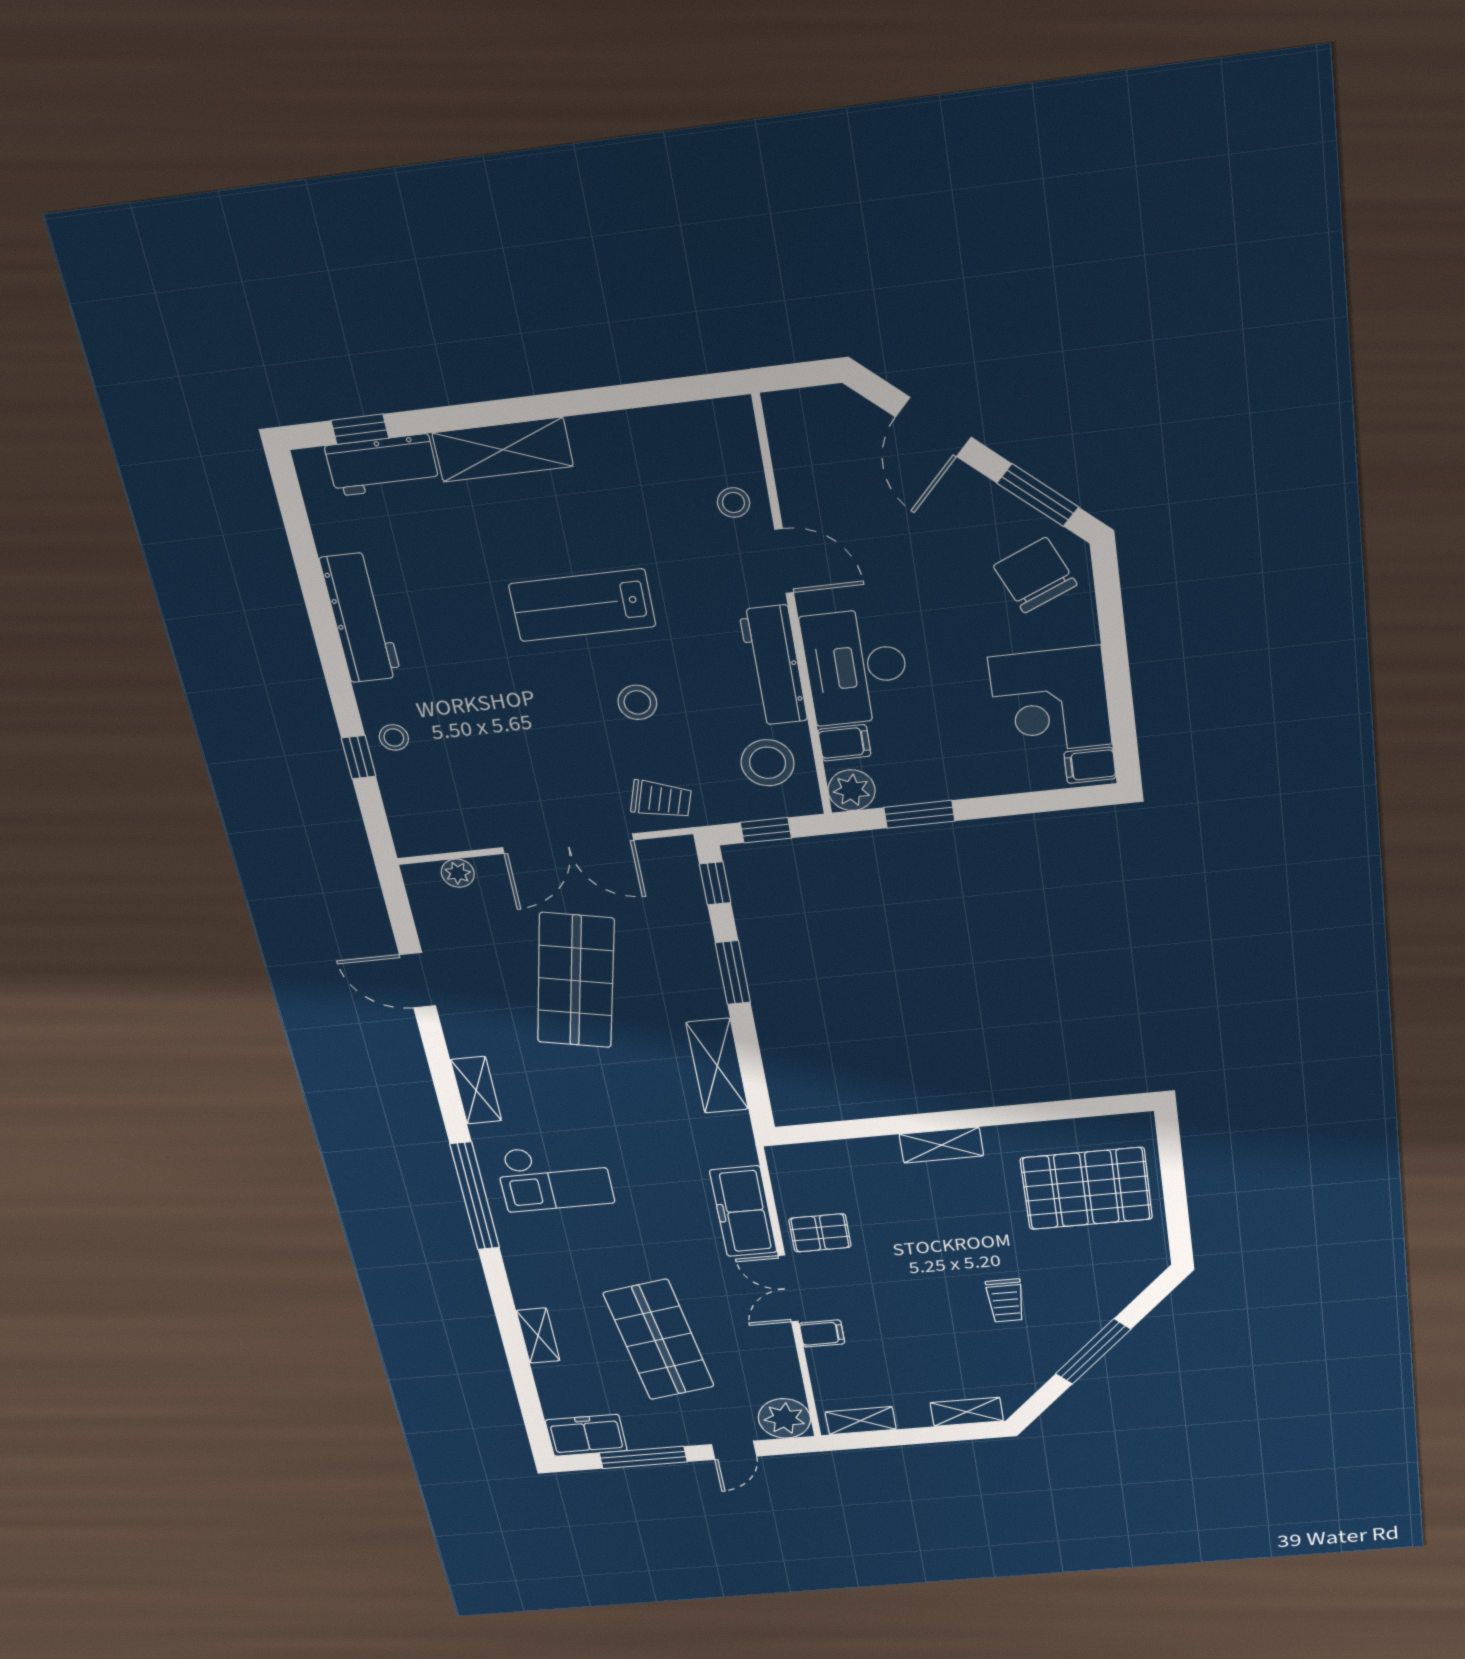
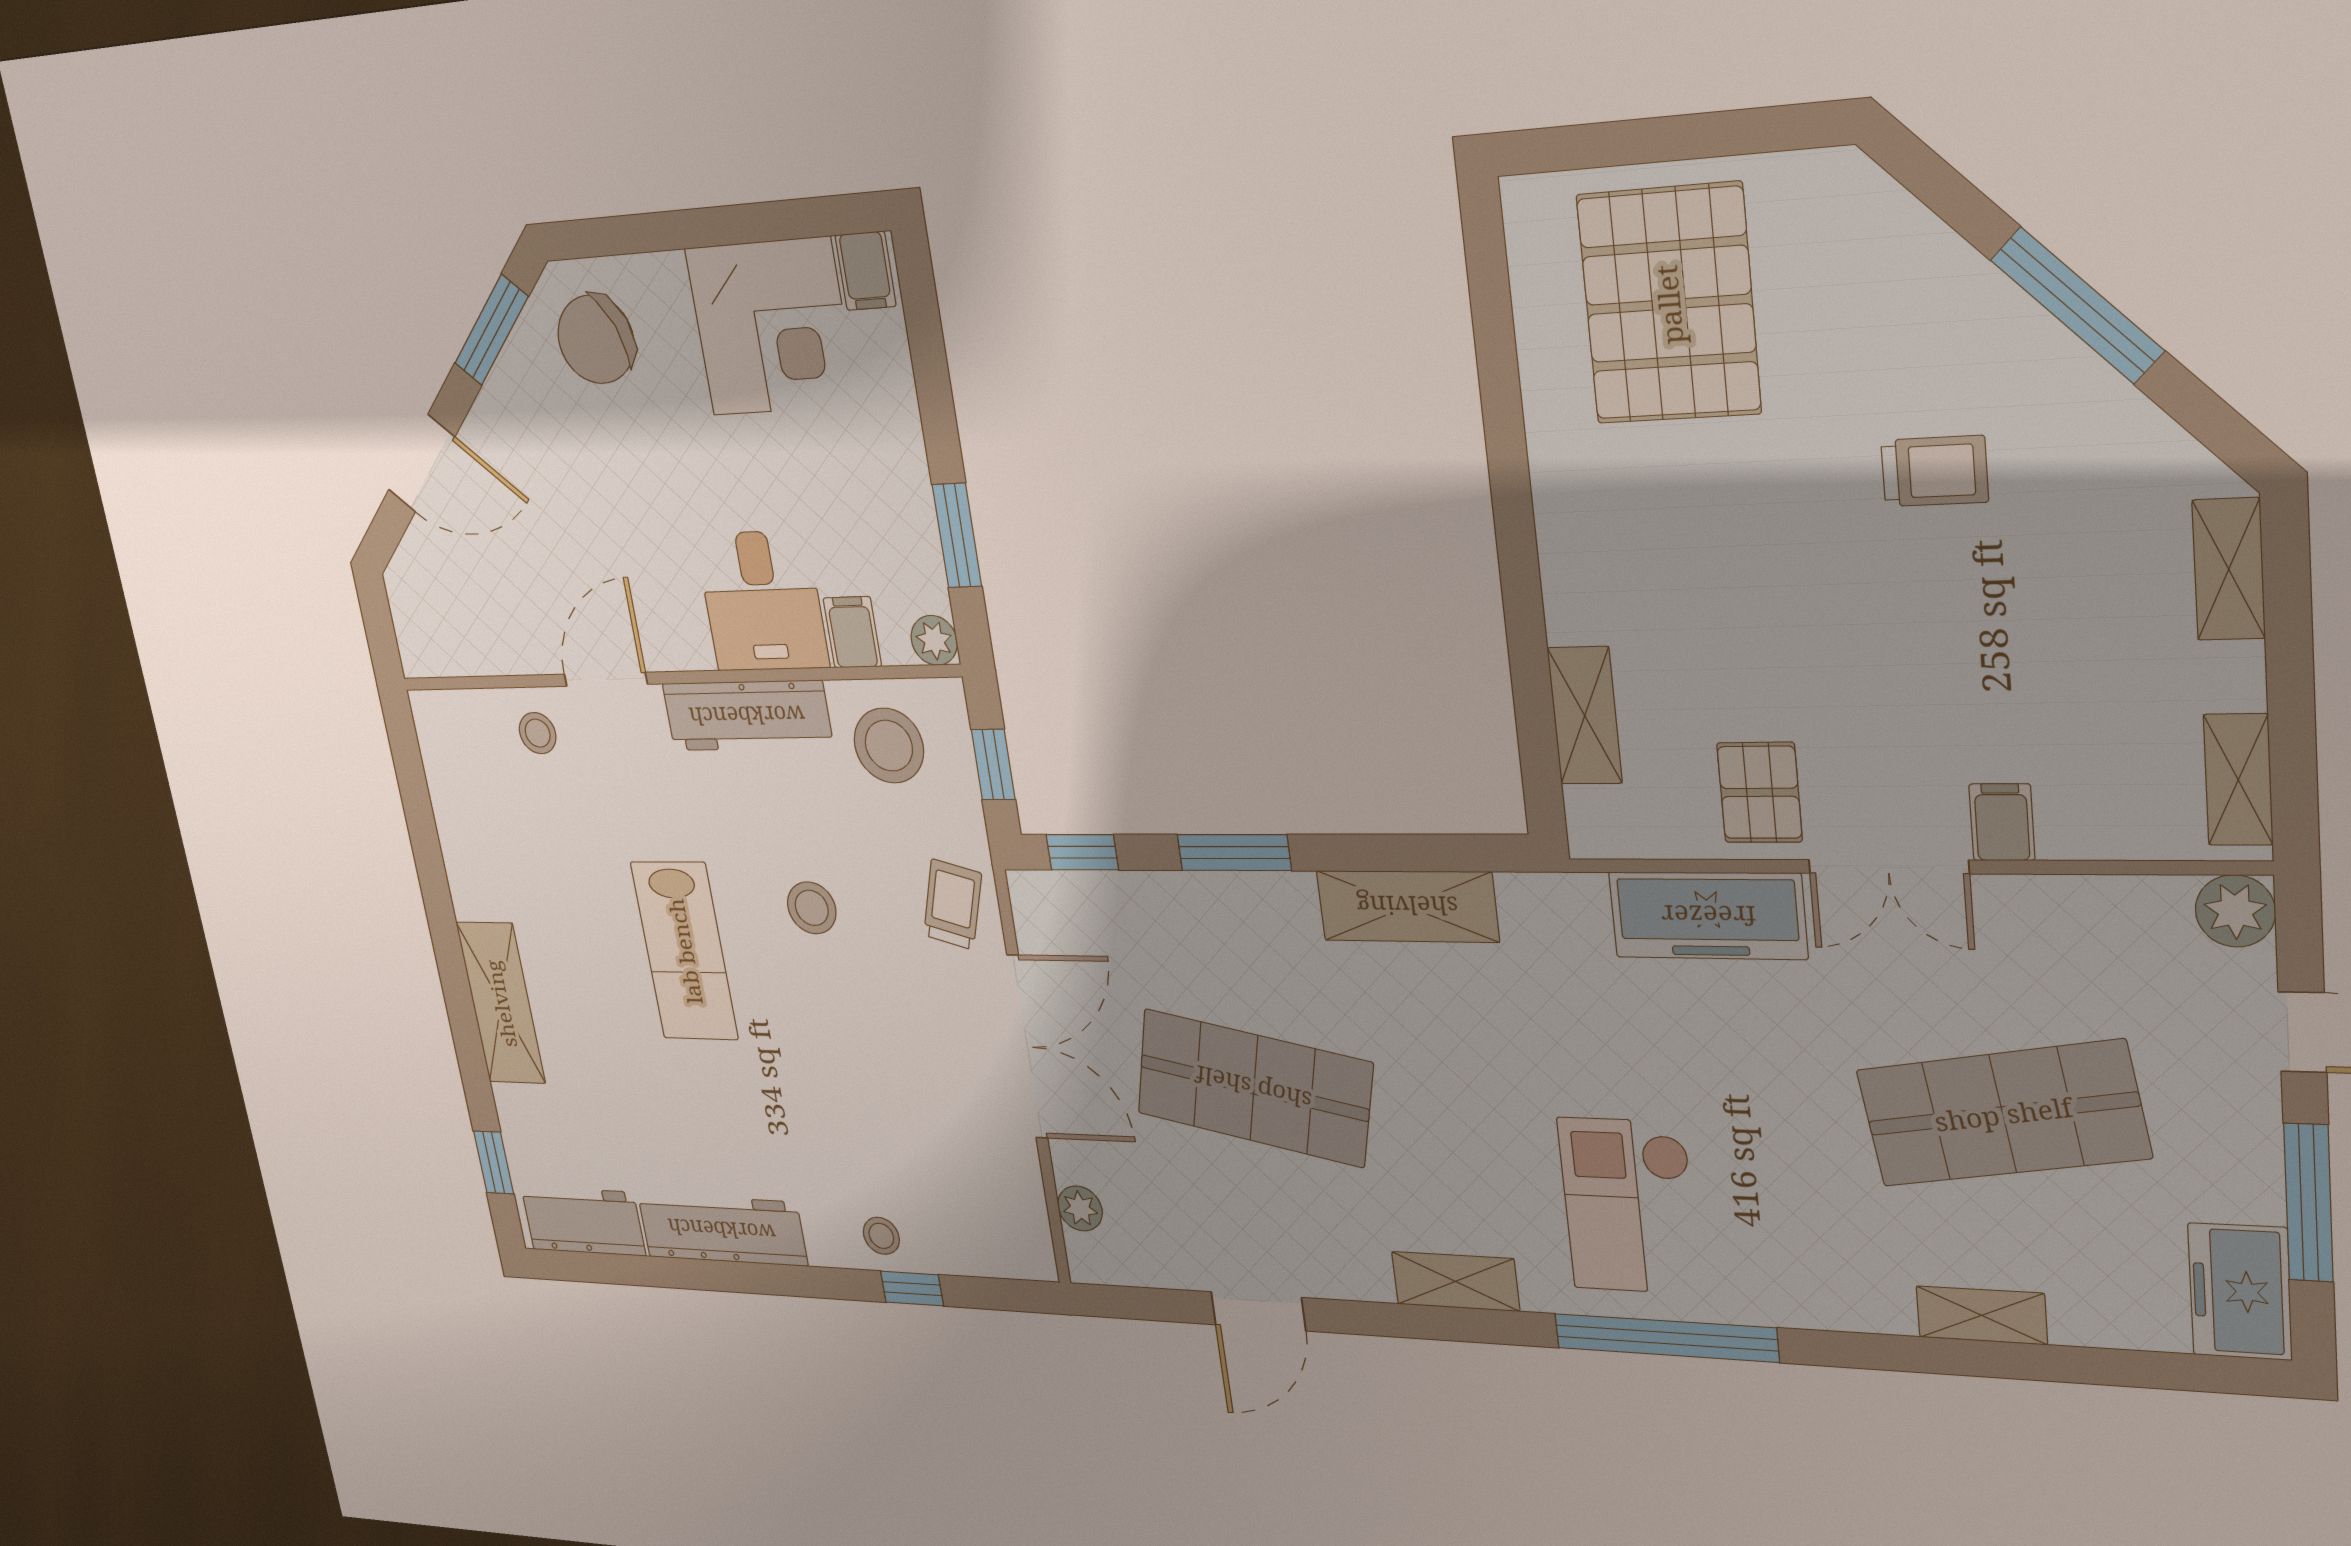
workbench: (382, 465) -> (583, 1221), moved, turned -90
desk: (856, 667) -> (762, 601), width x0.73
plant: (852, 790) -> (934, 640), width x0.73, depth x0.73
shelving: (941, 1145) -> (1585, 716), moved
checkout: (554, 1177) -> (1629, 1206), turned 180
plant: (784, 1418) -> (2235, 911), width x0.73, depth x0.73

